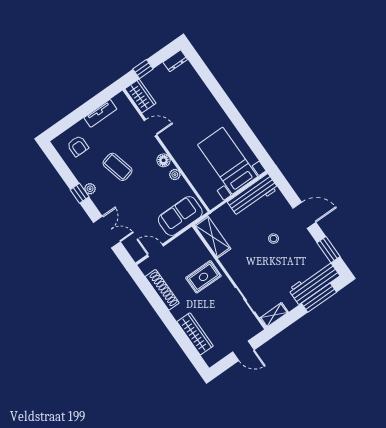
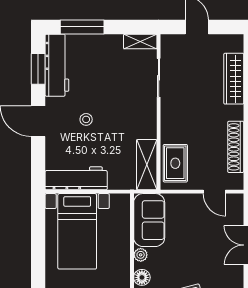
sofa: (180, 216) -> (149, 220), moved, turned -90
rug: (203, 277) -> (175, 163), moved, turned 90
workbench: (314, 283) -> (57, 65), moved, turned -90

